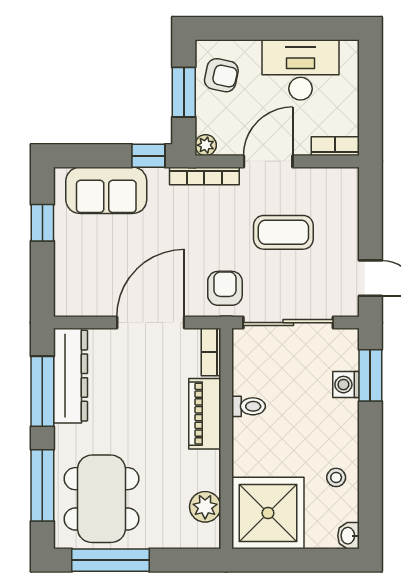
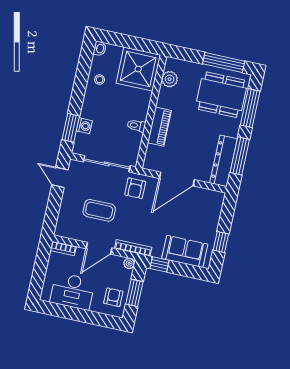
armchair: (221, 75) -> (113, 297), turned 78
bookcase: (211, 352) -> (149, 157), removed
dining table: (101, 499) -> (221, 95), turned 90

